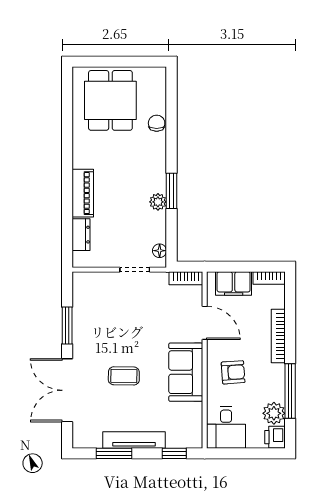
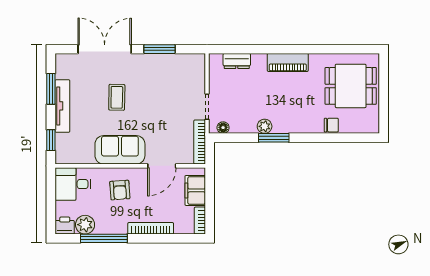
piano: (83, 193) -> (288, 62), moved
bookcase: (186, 278) -> (200, 142), width x1.56

